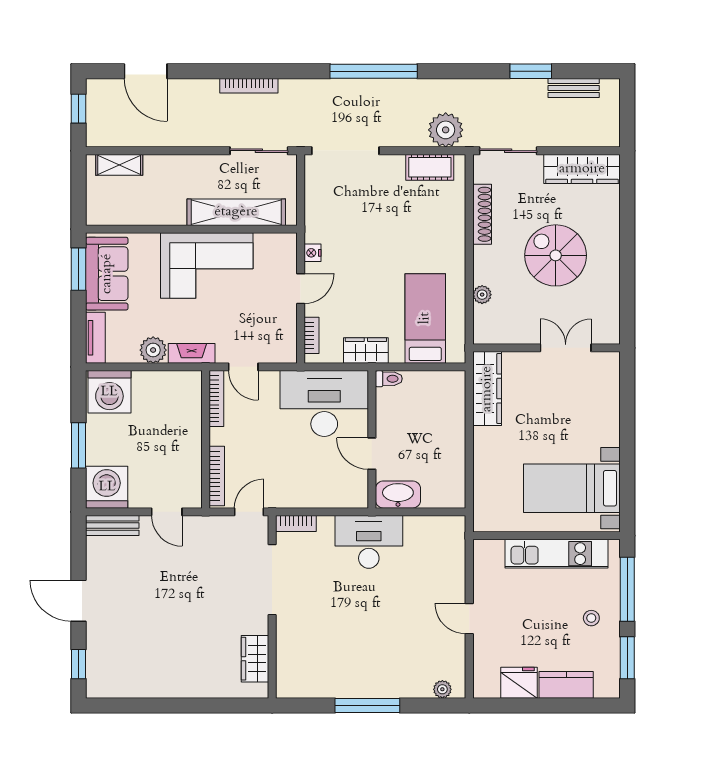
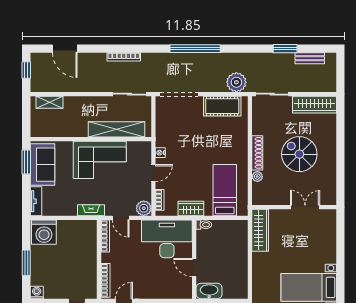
cot: (430, 167) -> (222, 106), width x1.37, depth x1.34
shoe rack: (482, 214) -> (257, 153), moved
plant: (153, 350) -> (144, 208), moved
washing machine: (107, 487) -> (37, 292), width x0.53, depth x0.53

